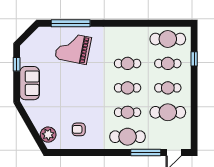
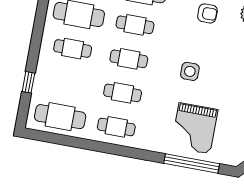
grand piano: (73, 48) -> (194, 128), turned 79
cafe table: (168, 63) -> (116, 127), moved
side table: (84, 87) -> (190, 71), added

